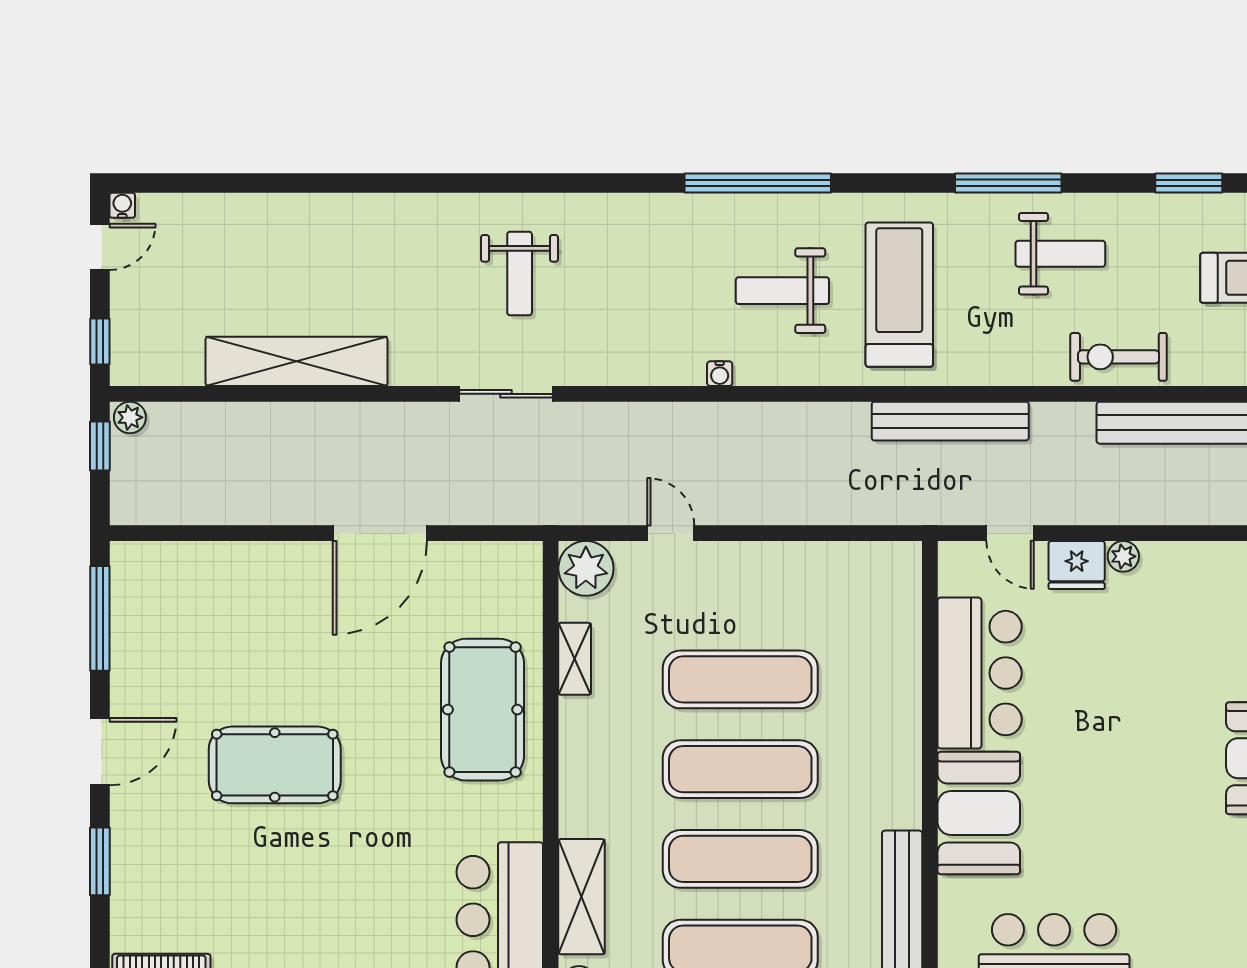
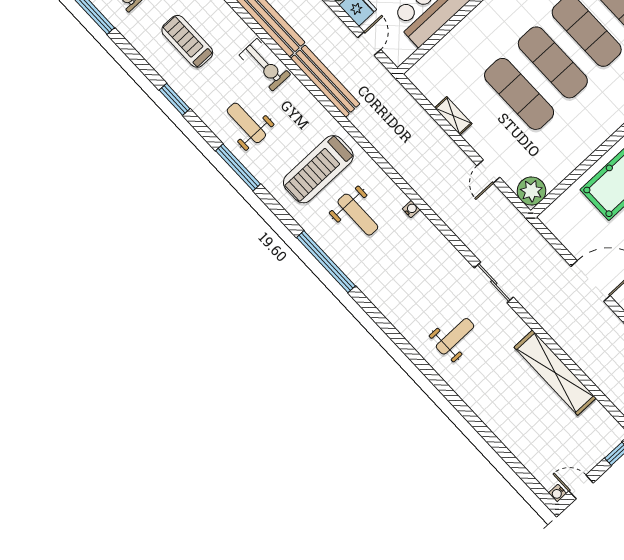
weight bench: (520, 274) -> (455, 336), moved
bench: (950, 421) -> (325, 81), moved
shelving: (575, 659) -> (453, 116), moved, turned 90

